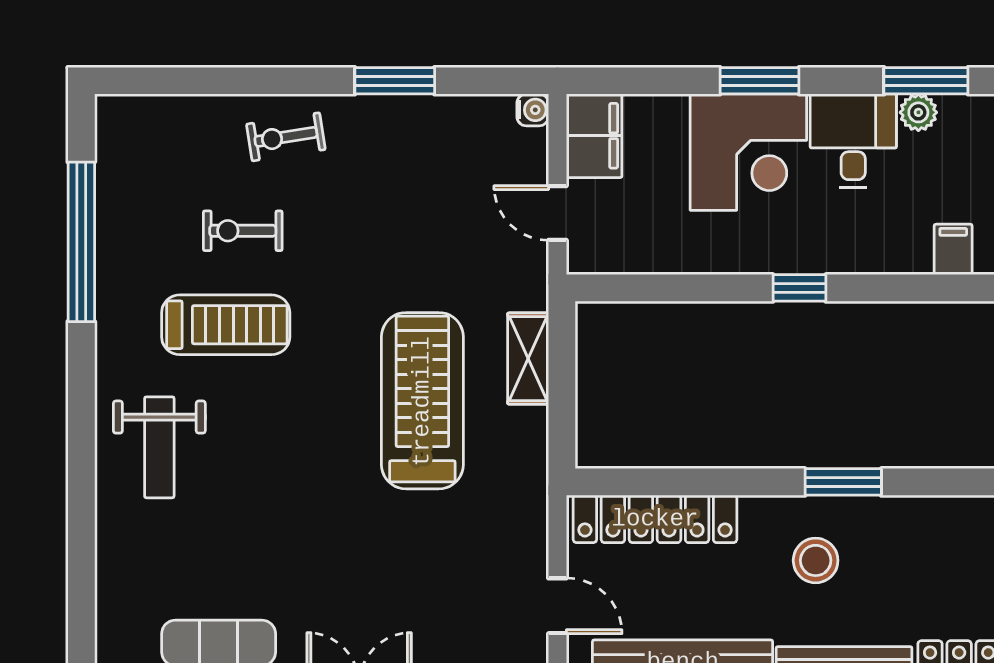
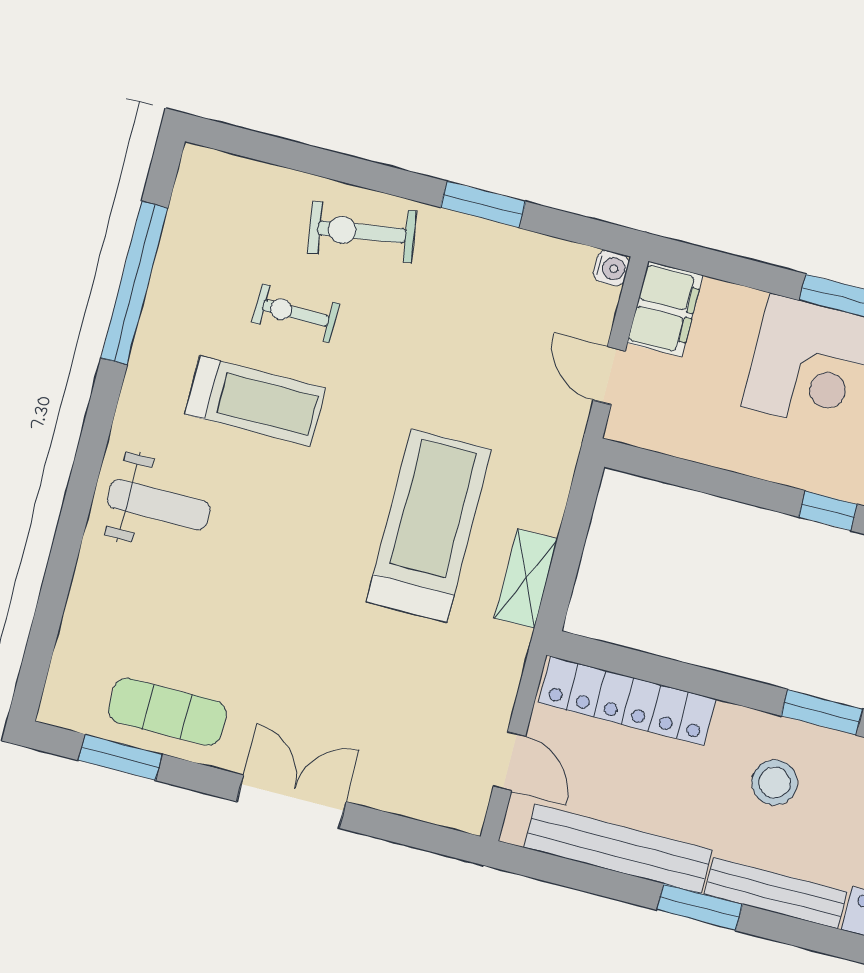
exercise bike: (286, 137) -> (362, 232), width x1.38, depth x1.39
shelving: (528, 359) -> (526, 578), moved
weight bench: (159, 447) -> (159, 505), turned -90

